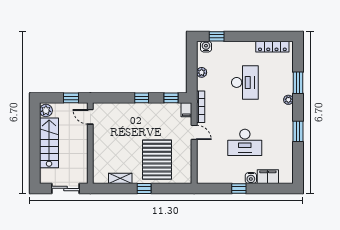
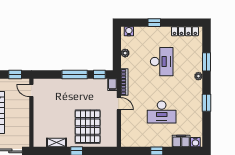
window: (217, 36) -> (154, 23), moved
window: (142, 98) -> (75, 75), width x2.17
water cooler: (251, 178) -> (195, 142), moved

